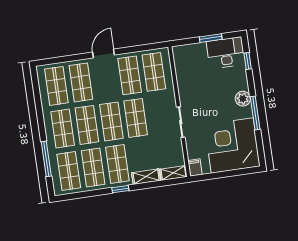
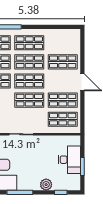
desk: (226, 53) -> (69, 160), moved
shop shelf: (56, 86) -> (63, 43), removed
plant: (243, 99) -> (46, 185), moved

